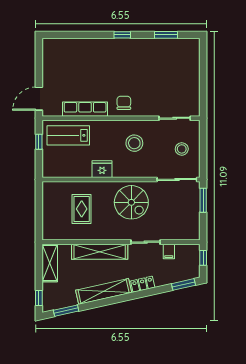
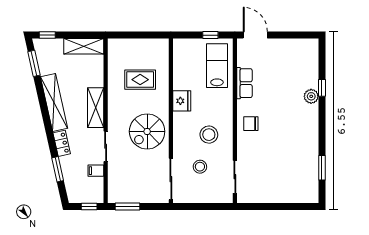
window: (122, 35) -> (322, 88), moved
plant: (98, 45) -> (311, 96), added
chair: (124, 103) -> (251, 124), turned 180
row of seats: (85, 109) -> (244, 83), width x0.68
stool: (182, 149) -> (200, 167), moved
window: (203, 200) -> (127, 206), moved
shelving: (100, 252) -> (96, 108), width x0.68
window: (183, 284) -> (58, 169), moved

